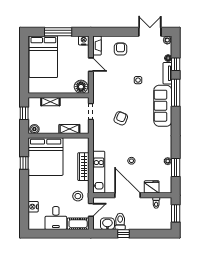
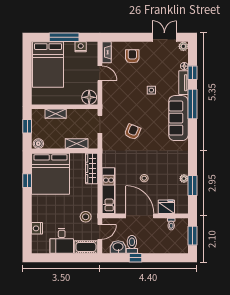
nightstand: (84, 40) -> (81, 47), moved
wardrobe: (83, 167) -> (92, 168), moved

